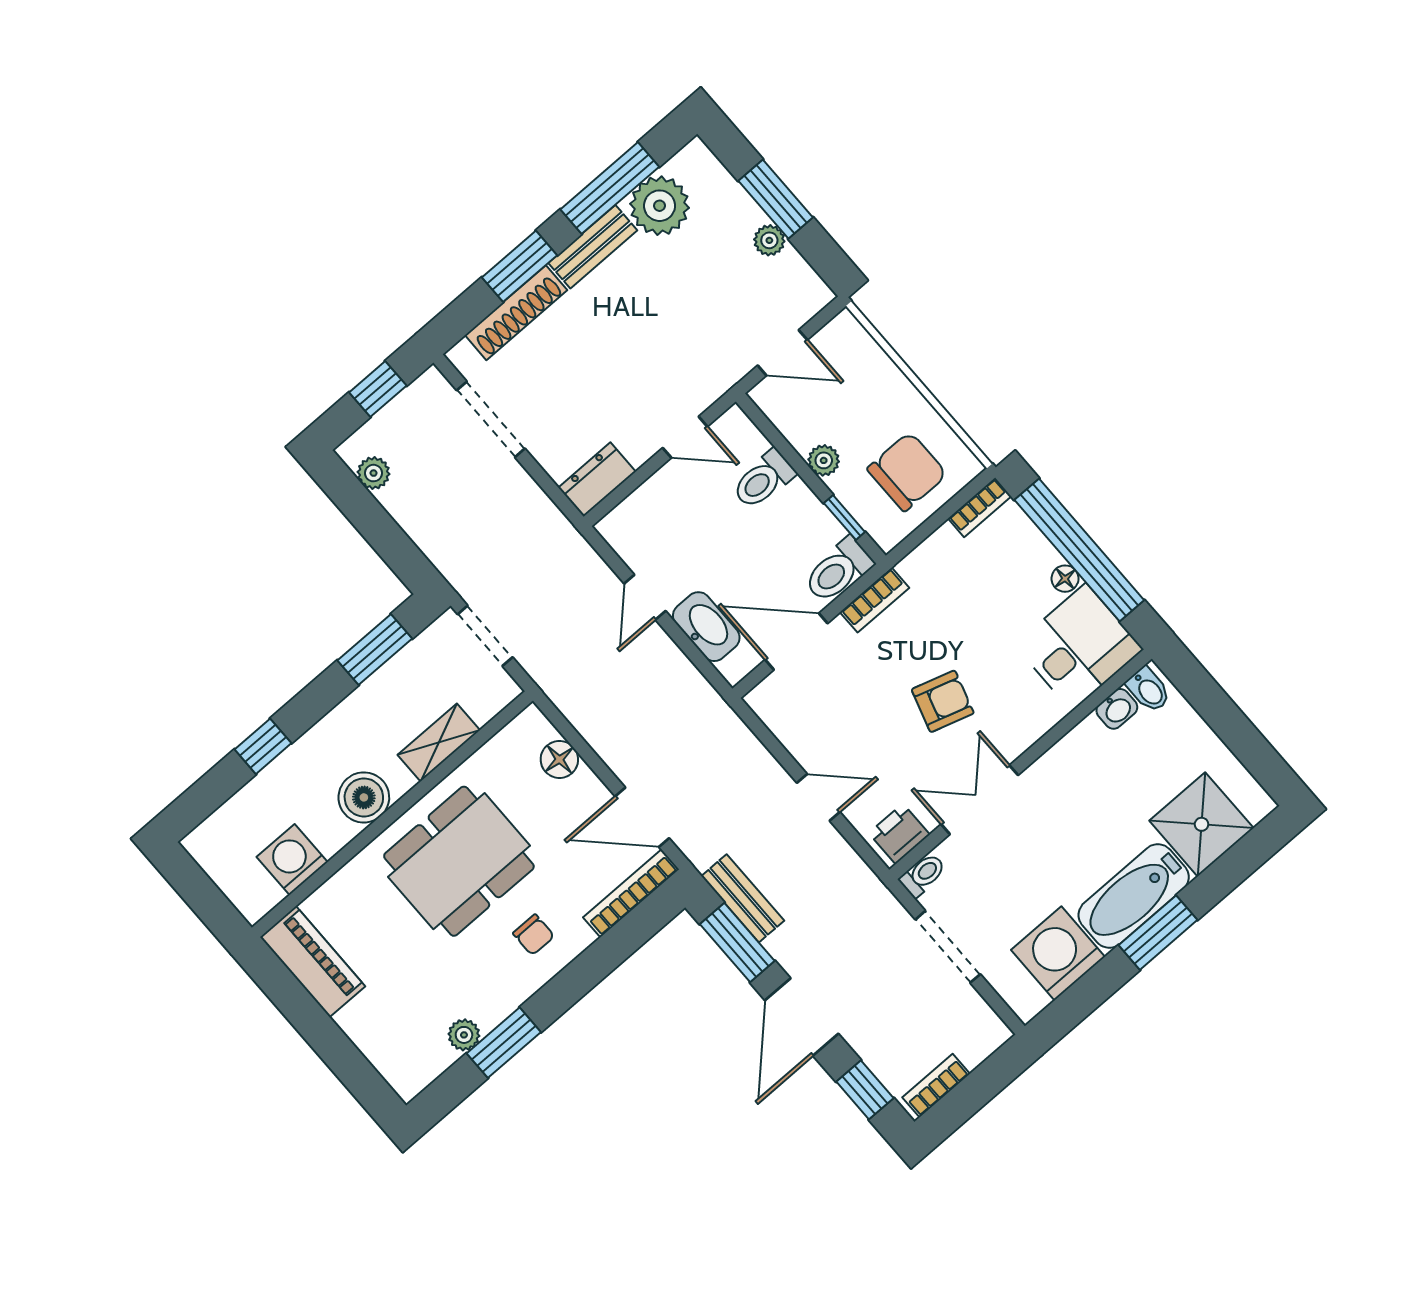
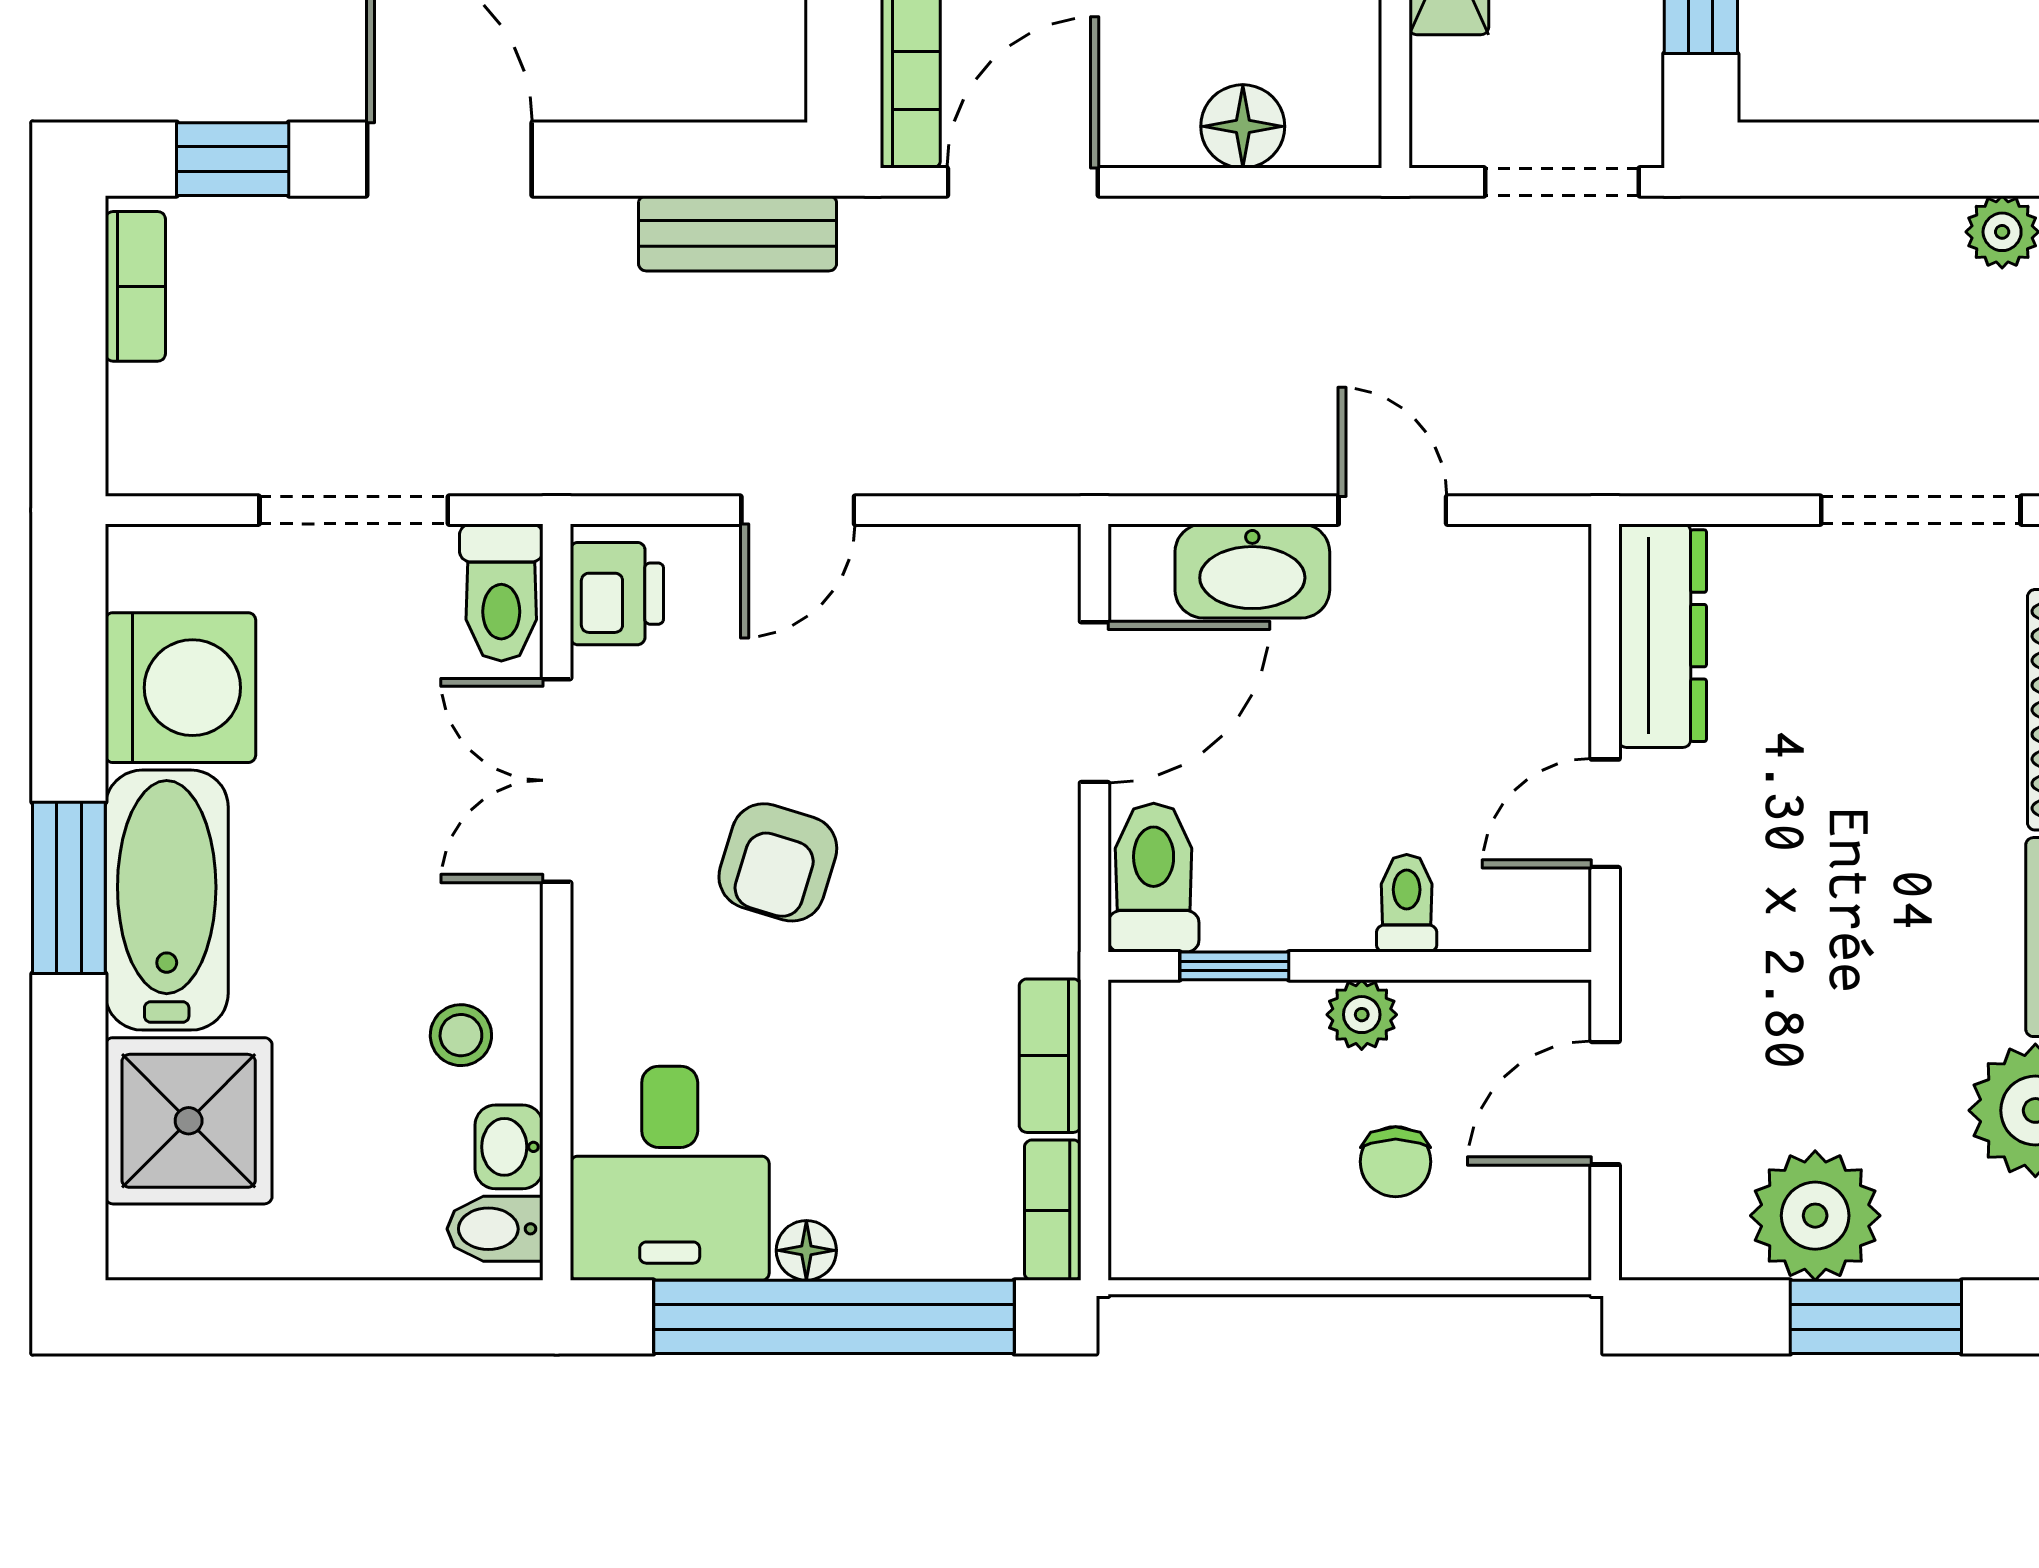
plant: (769, 240) -> (1815, 1216), width x1.88, depth x1.88
chair: (907, 472) -> (1396, 1162), moved, width x0.54, depth x0.54
dresser: (597, 480) -> (1663, 636), width x1.44
toilet: (764, 480) -> (1407, 903), width x0.73, depth x0.72
bookcase: (875, 600) -> (1050, 1056), moved
stool: (1093, 758) -> (461, 1035), added
double door: (980, 800) -> (557, 780), swing flipped
toilet: (923, 875) -> (501, 592), width x1.37, depth x1.39
window: (737, 942) -> (671, 159), removed

